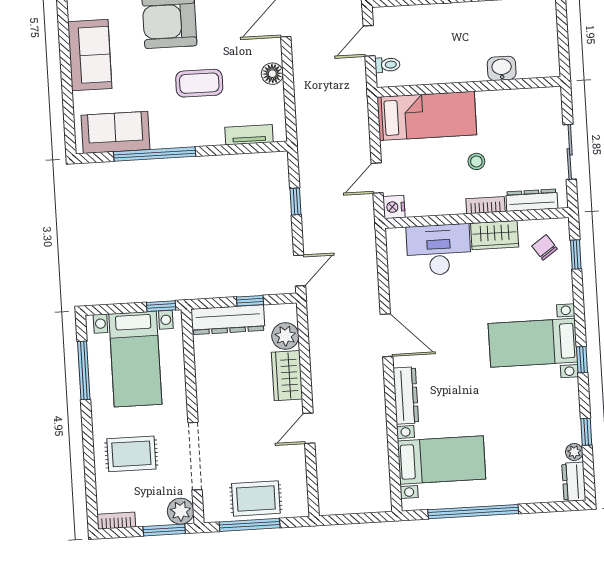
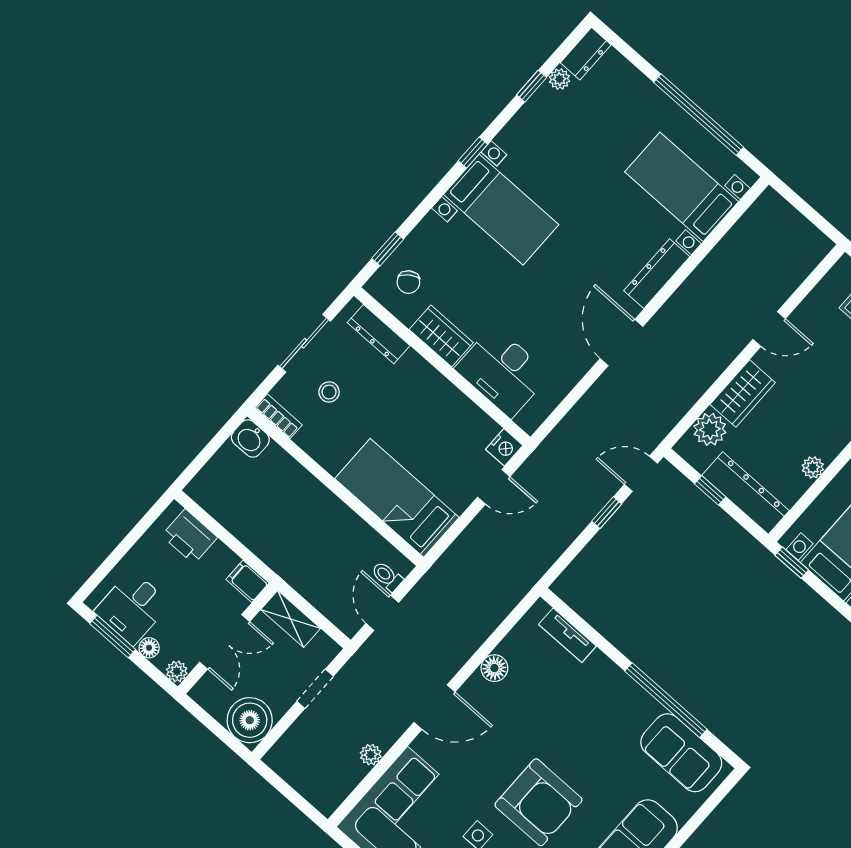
door: (369, 41) -> (382, 613), swing flipped
washbasin: (502, 68) -> (250, 439), moved
coffee table: (199, 83) -> (566, 723), removed
stool: (476, 161) -> (329, 392), moved
window: (295, 201) -> (607, 513), moved
bookcase: (486, 205) -> (278, 416), moved, turned 180
plant: (204, 373) -> (813, 467), added

